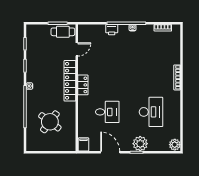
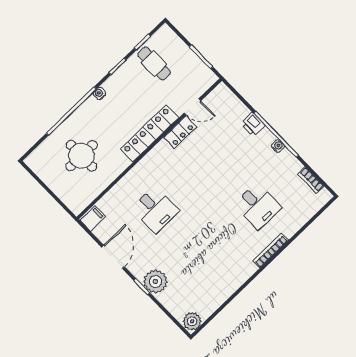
cafe table: (63, 32) -> (154, 64), moved
locker: (83, 85) -> (180, 132), moved
desk: (151, 112) -> (257, 206), moved, width x0.73
round table: (50, 122) -> (81, 156), turned -37

